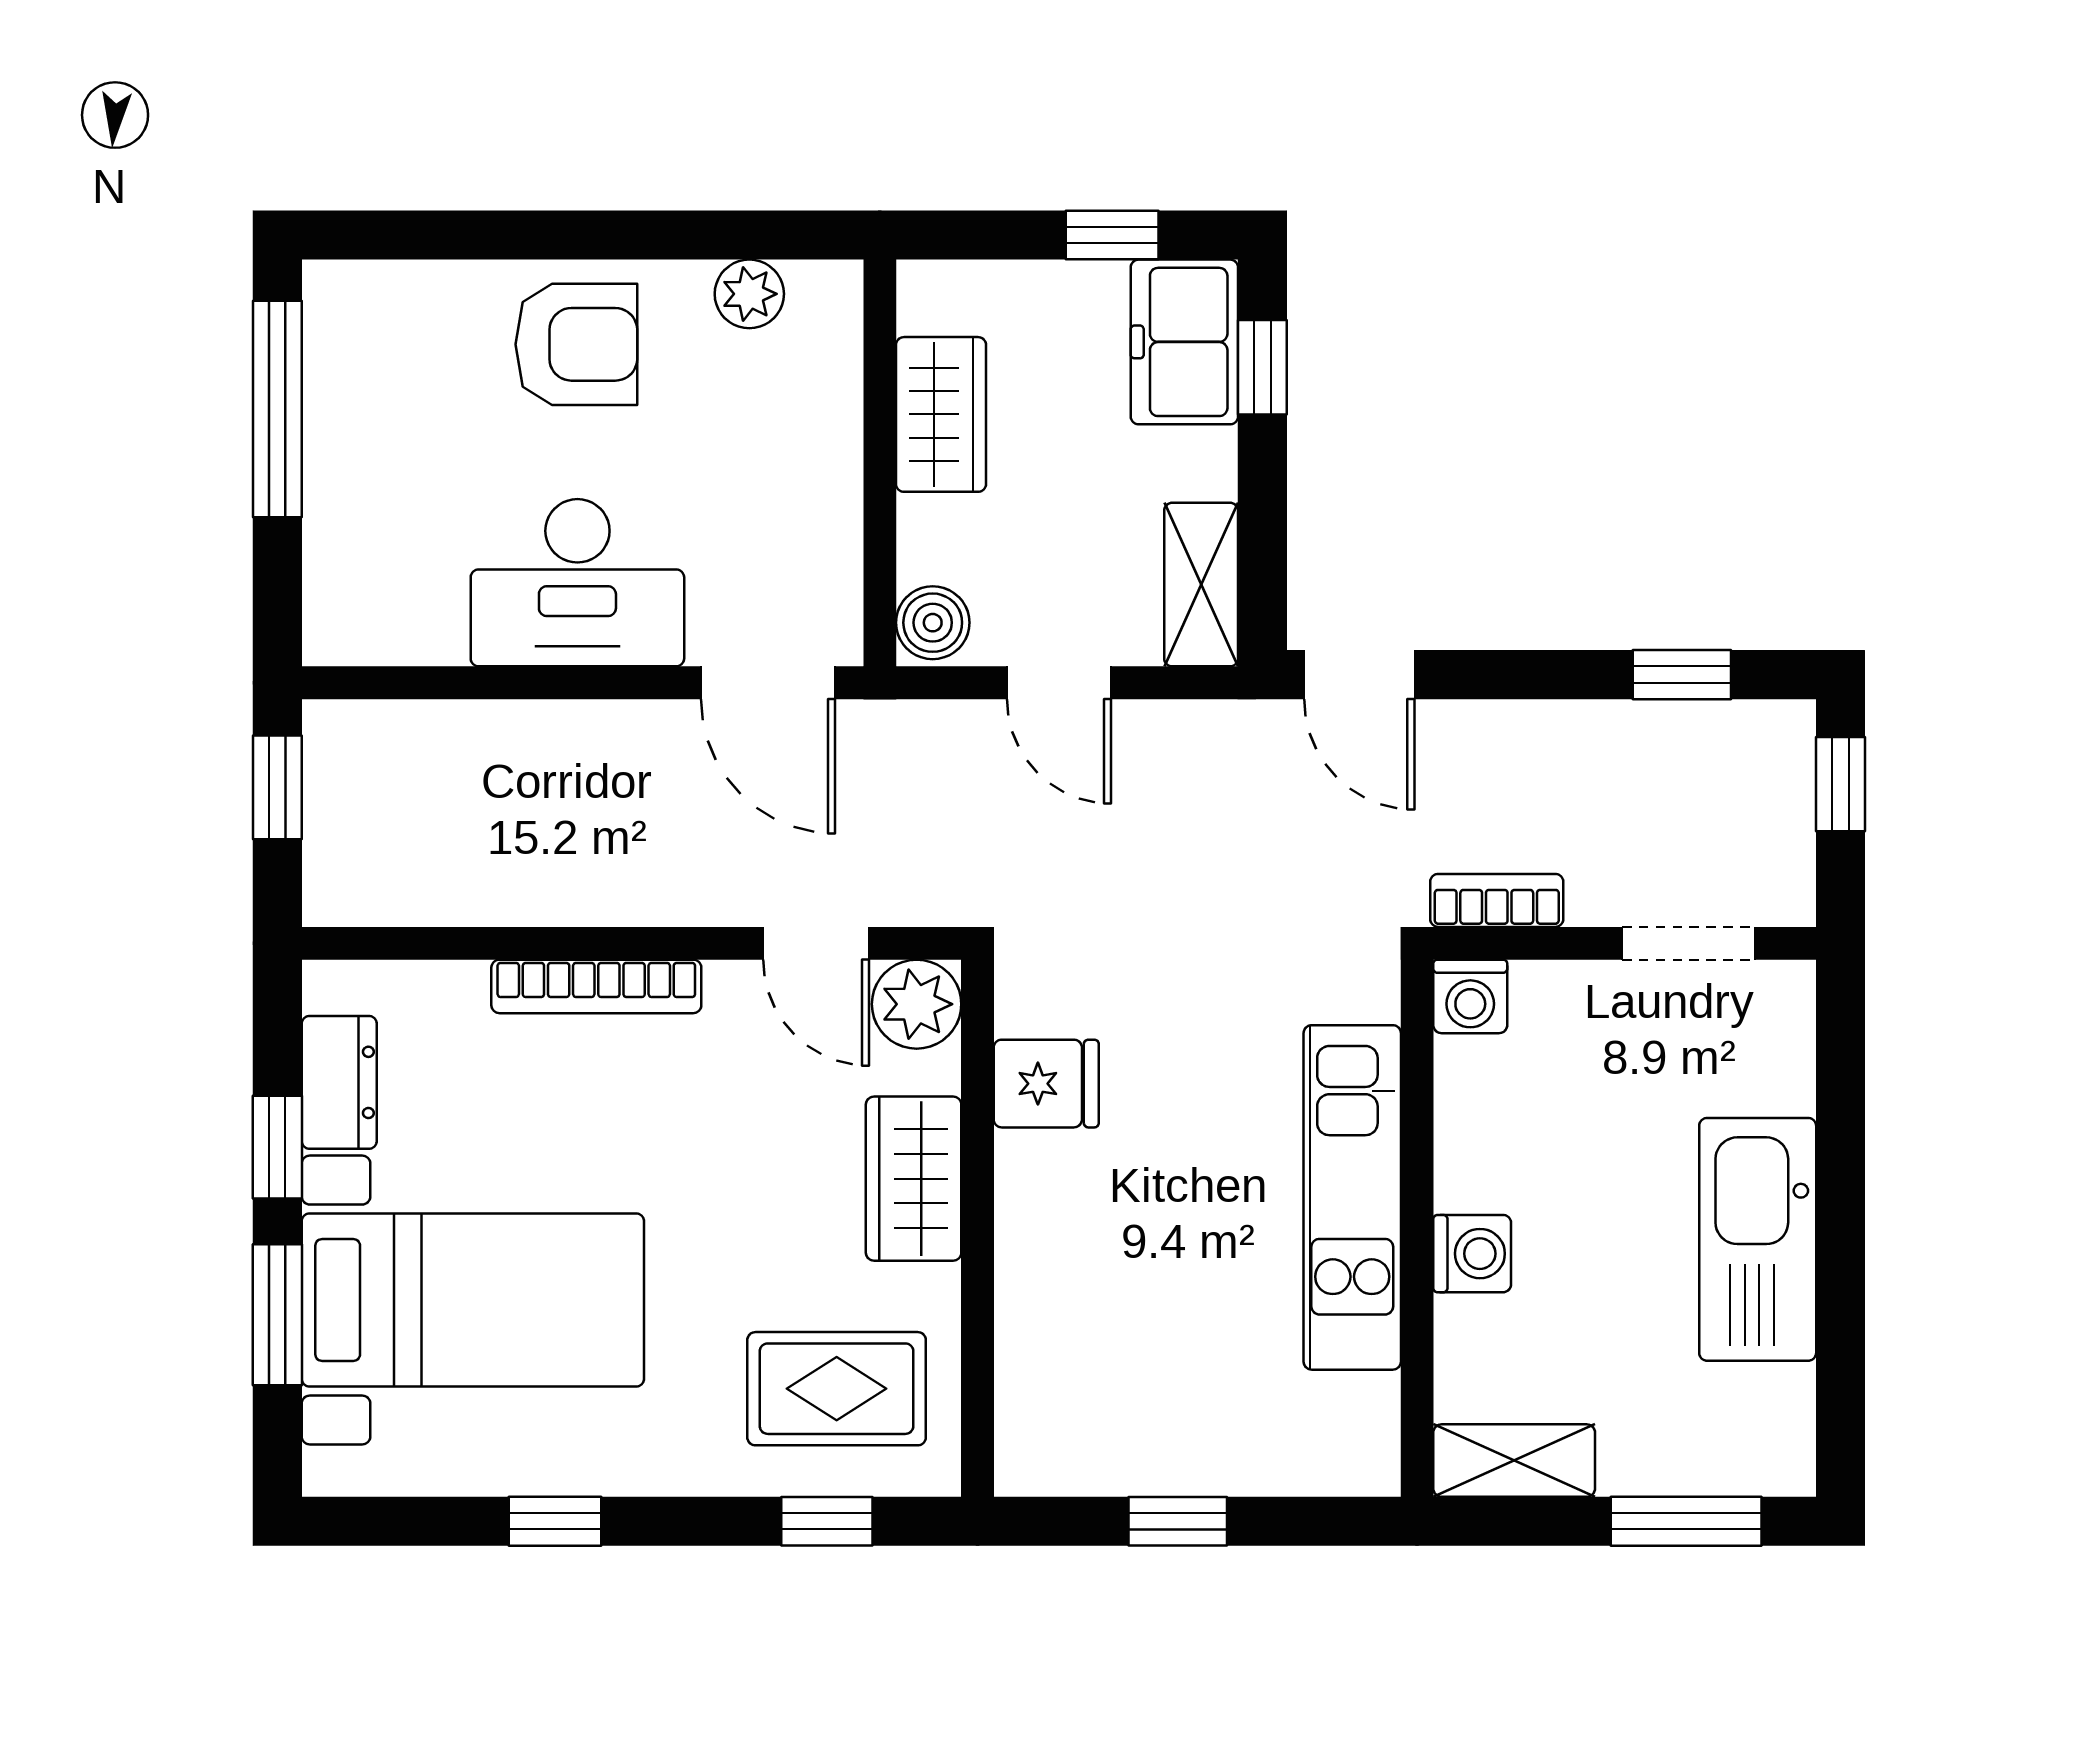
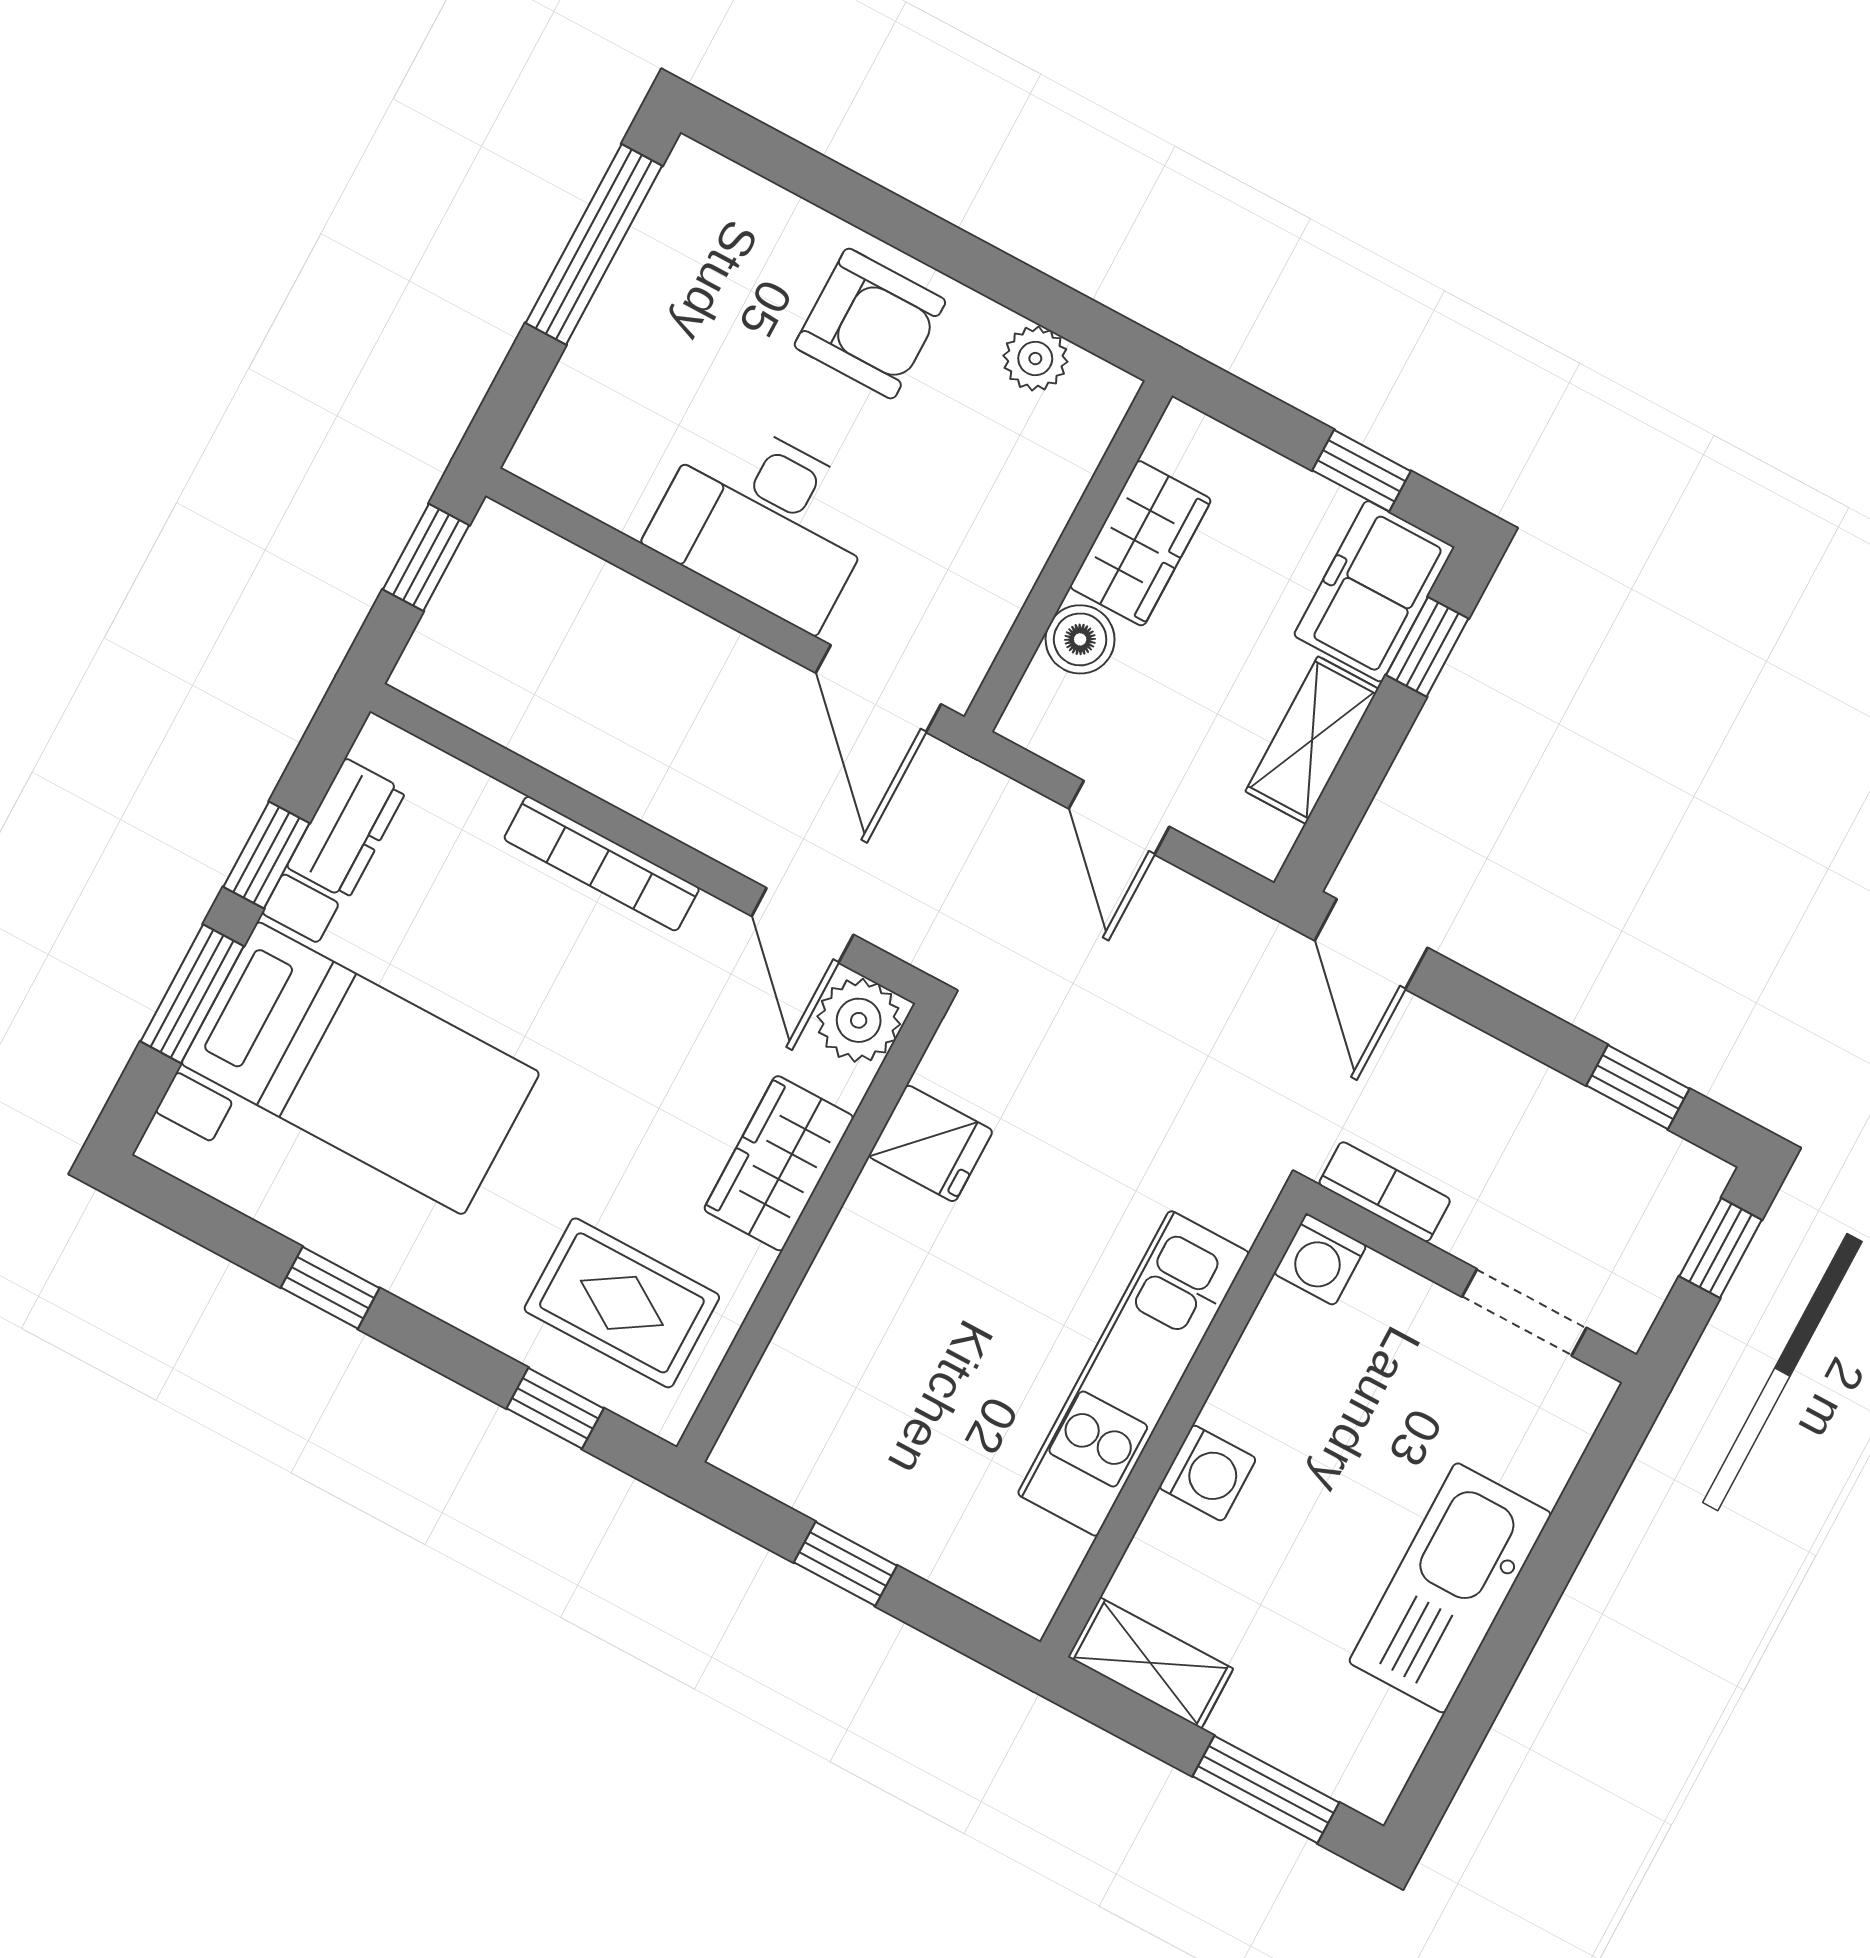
shelving: (1201, 585) -> (1312, 740), moved
boiler: (933, 623) -> (1080, 639), moved

